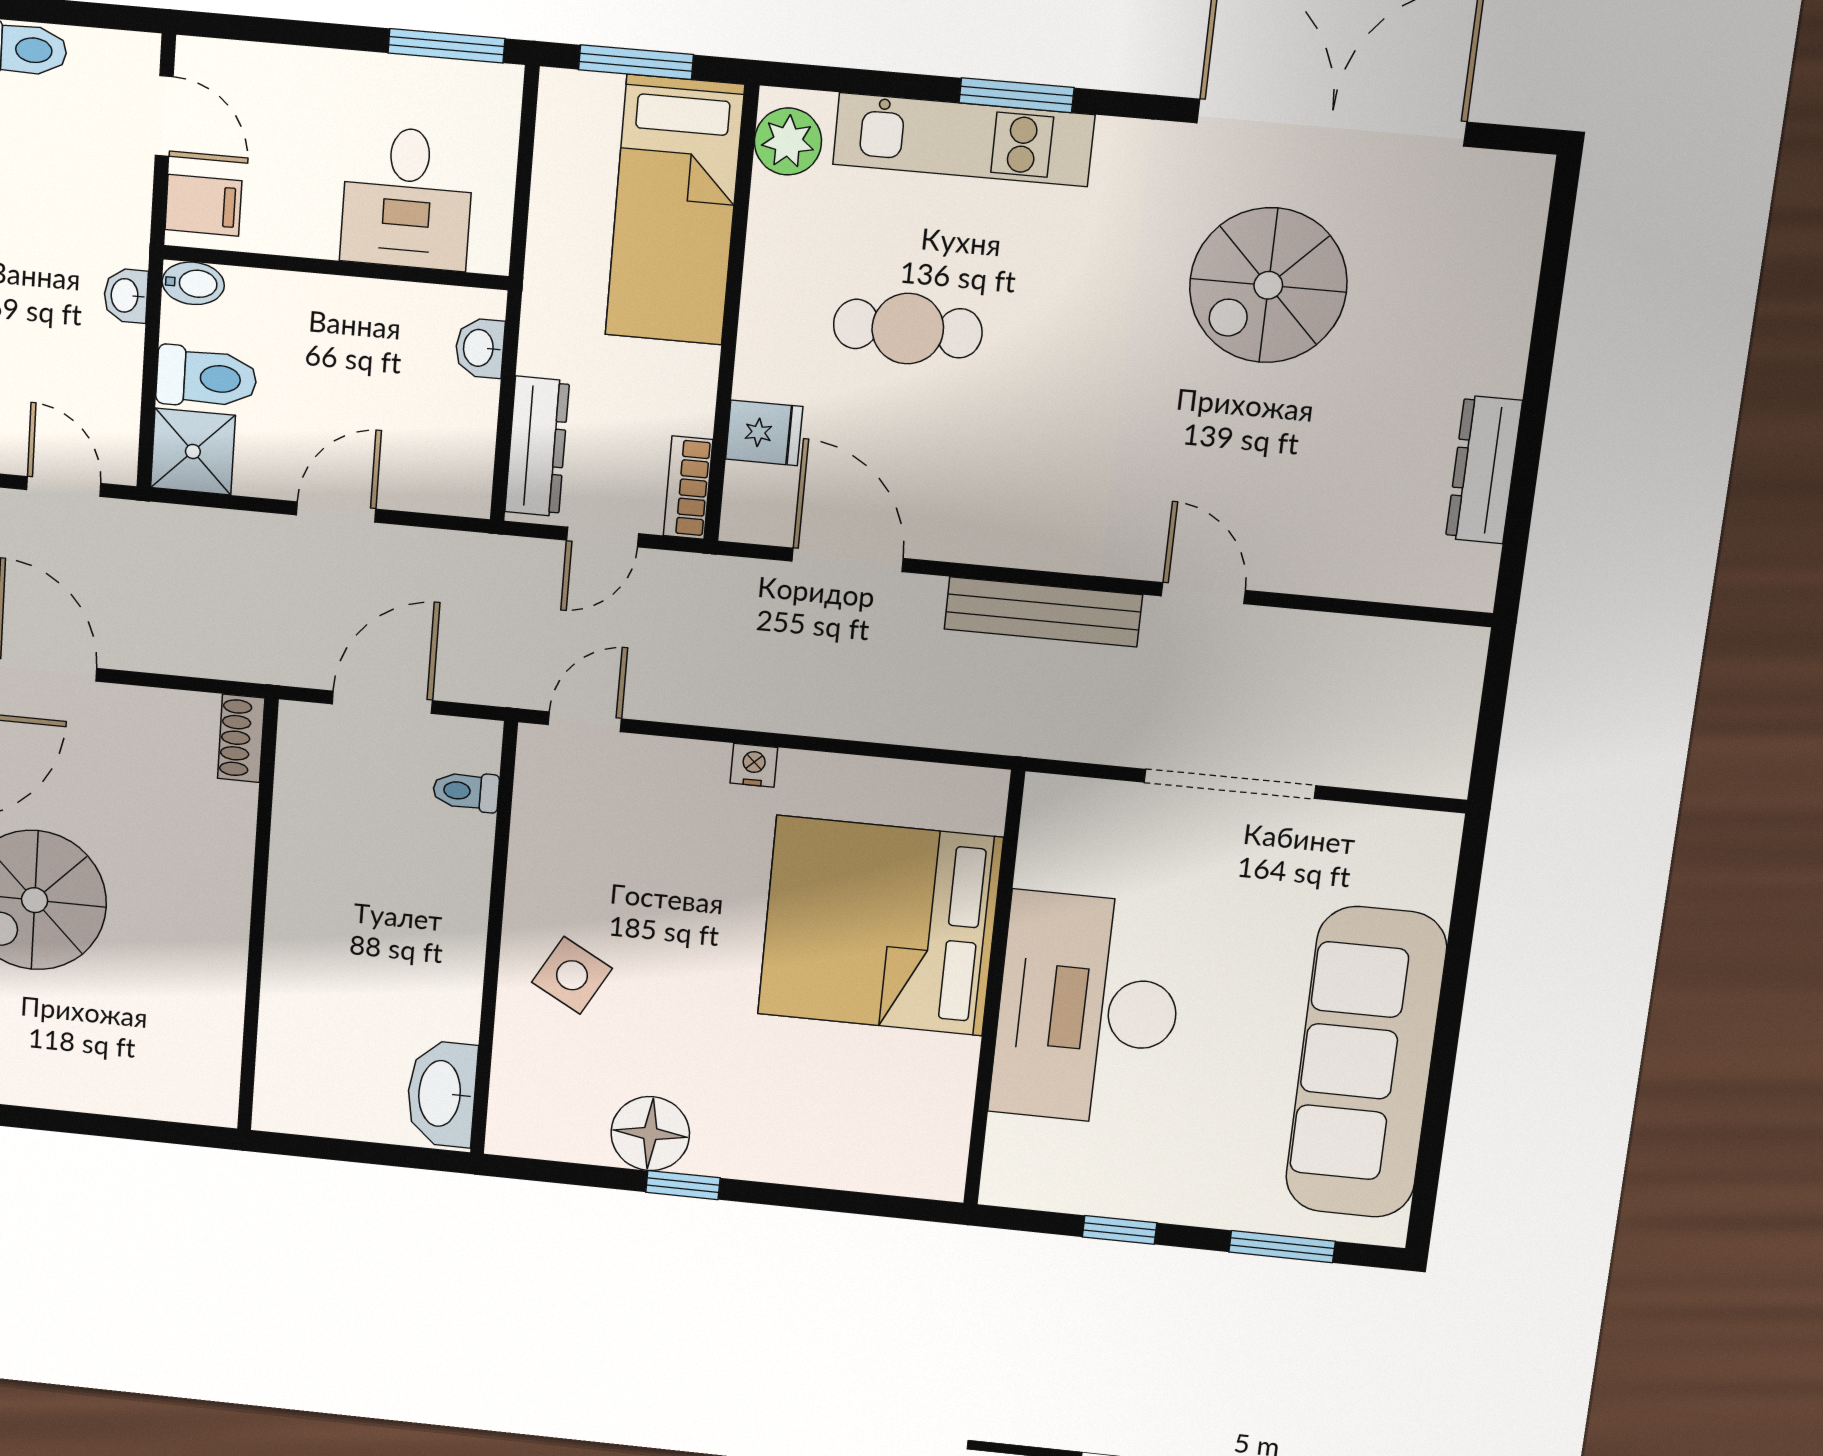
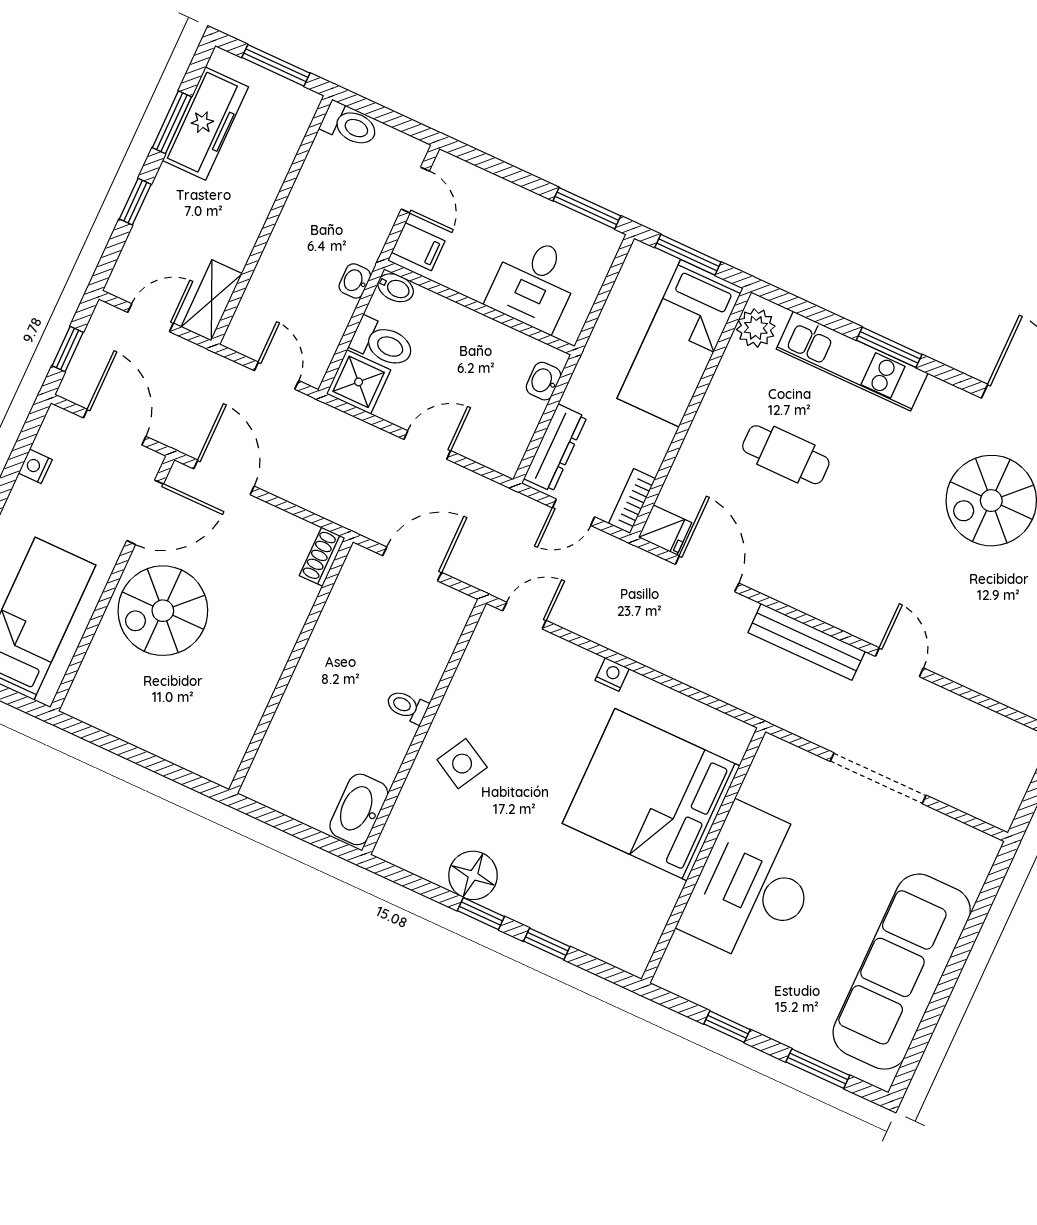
fridge: (764, 433) -> (665, 530), moved
toilet: (466, 791) -> (407, 707), moved
window: (799, 1197) -> (547, 944), added

